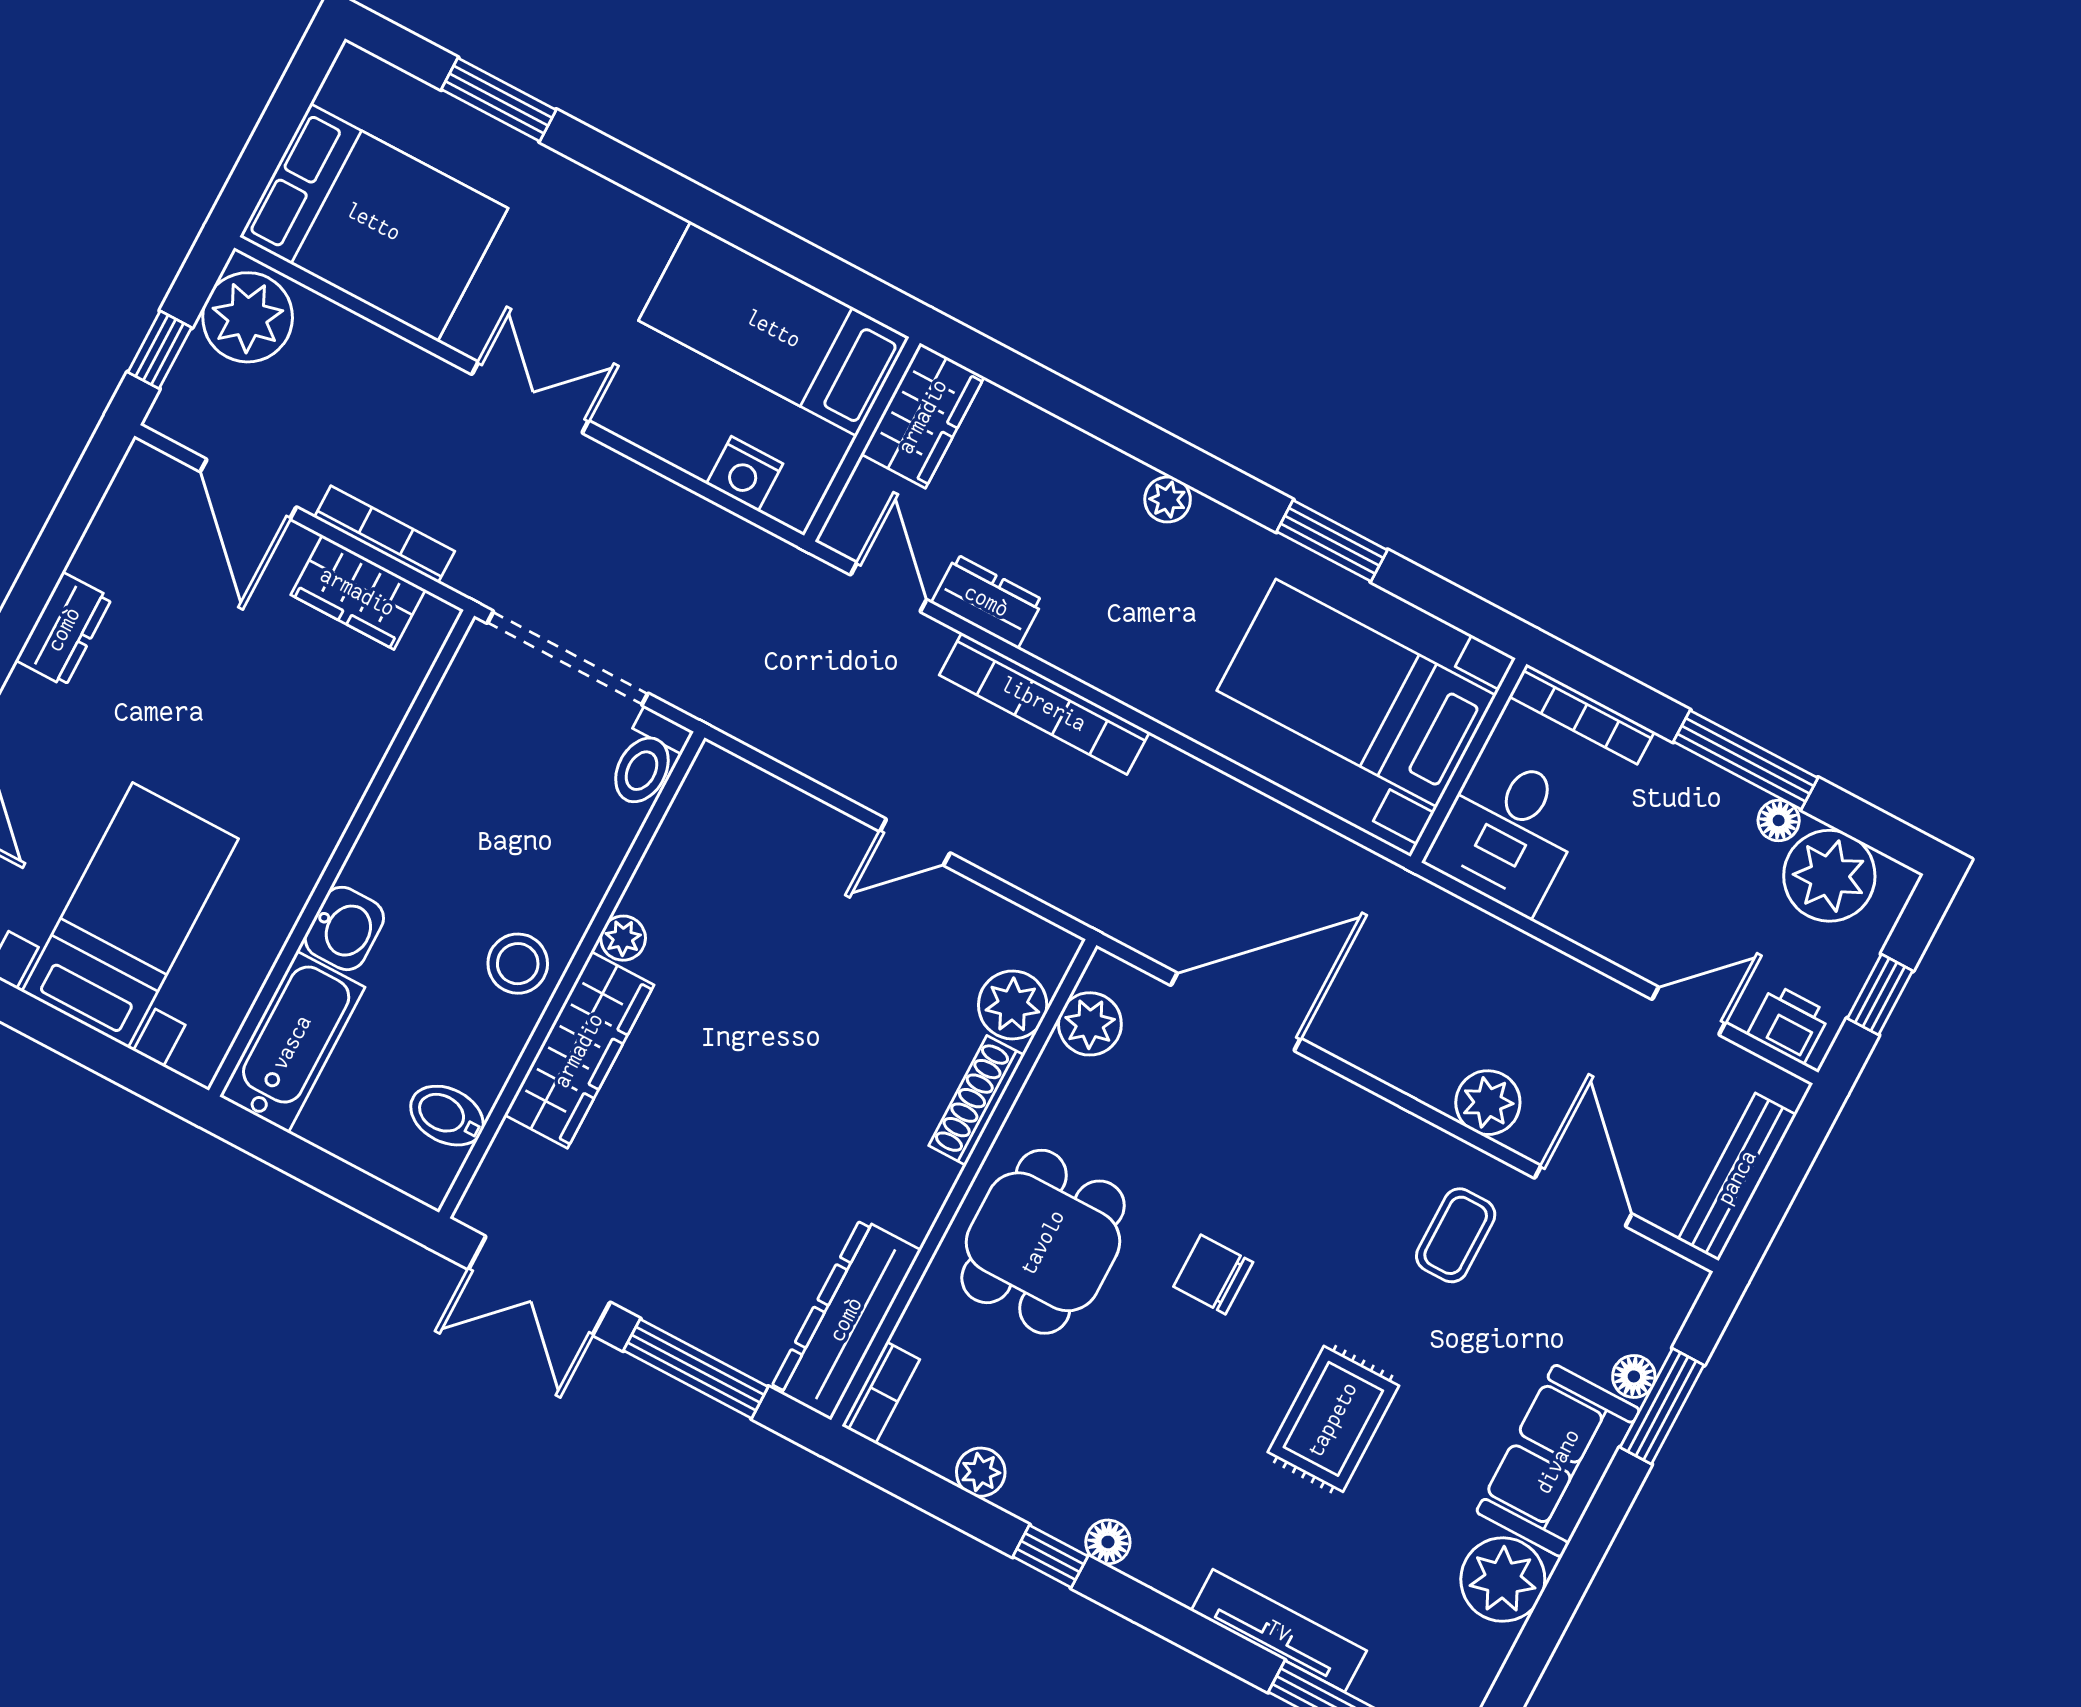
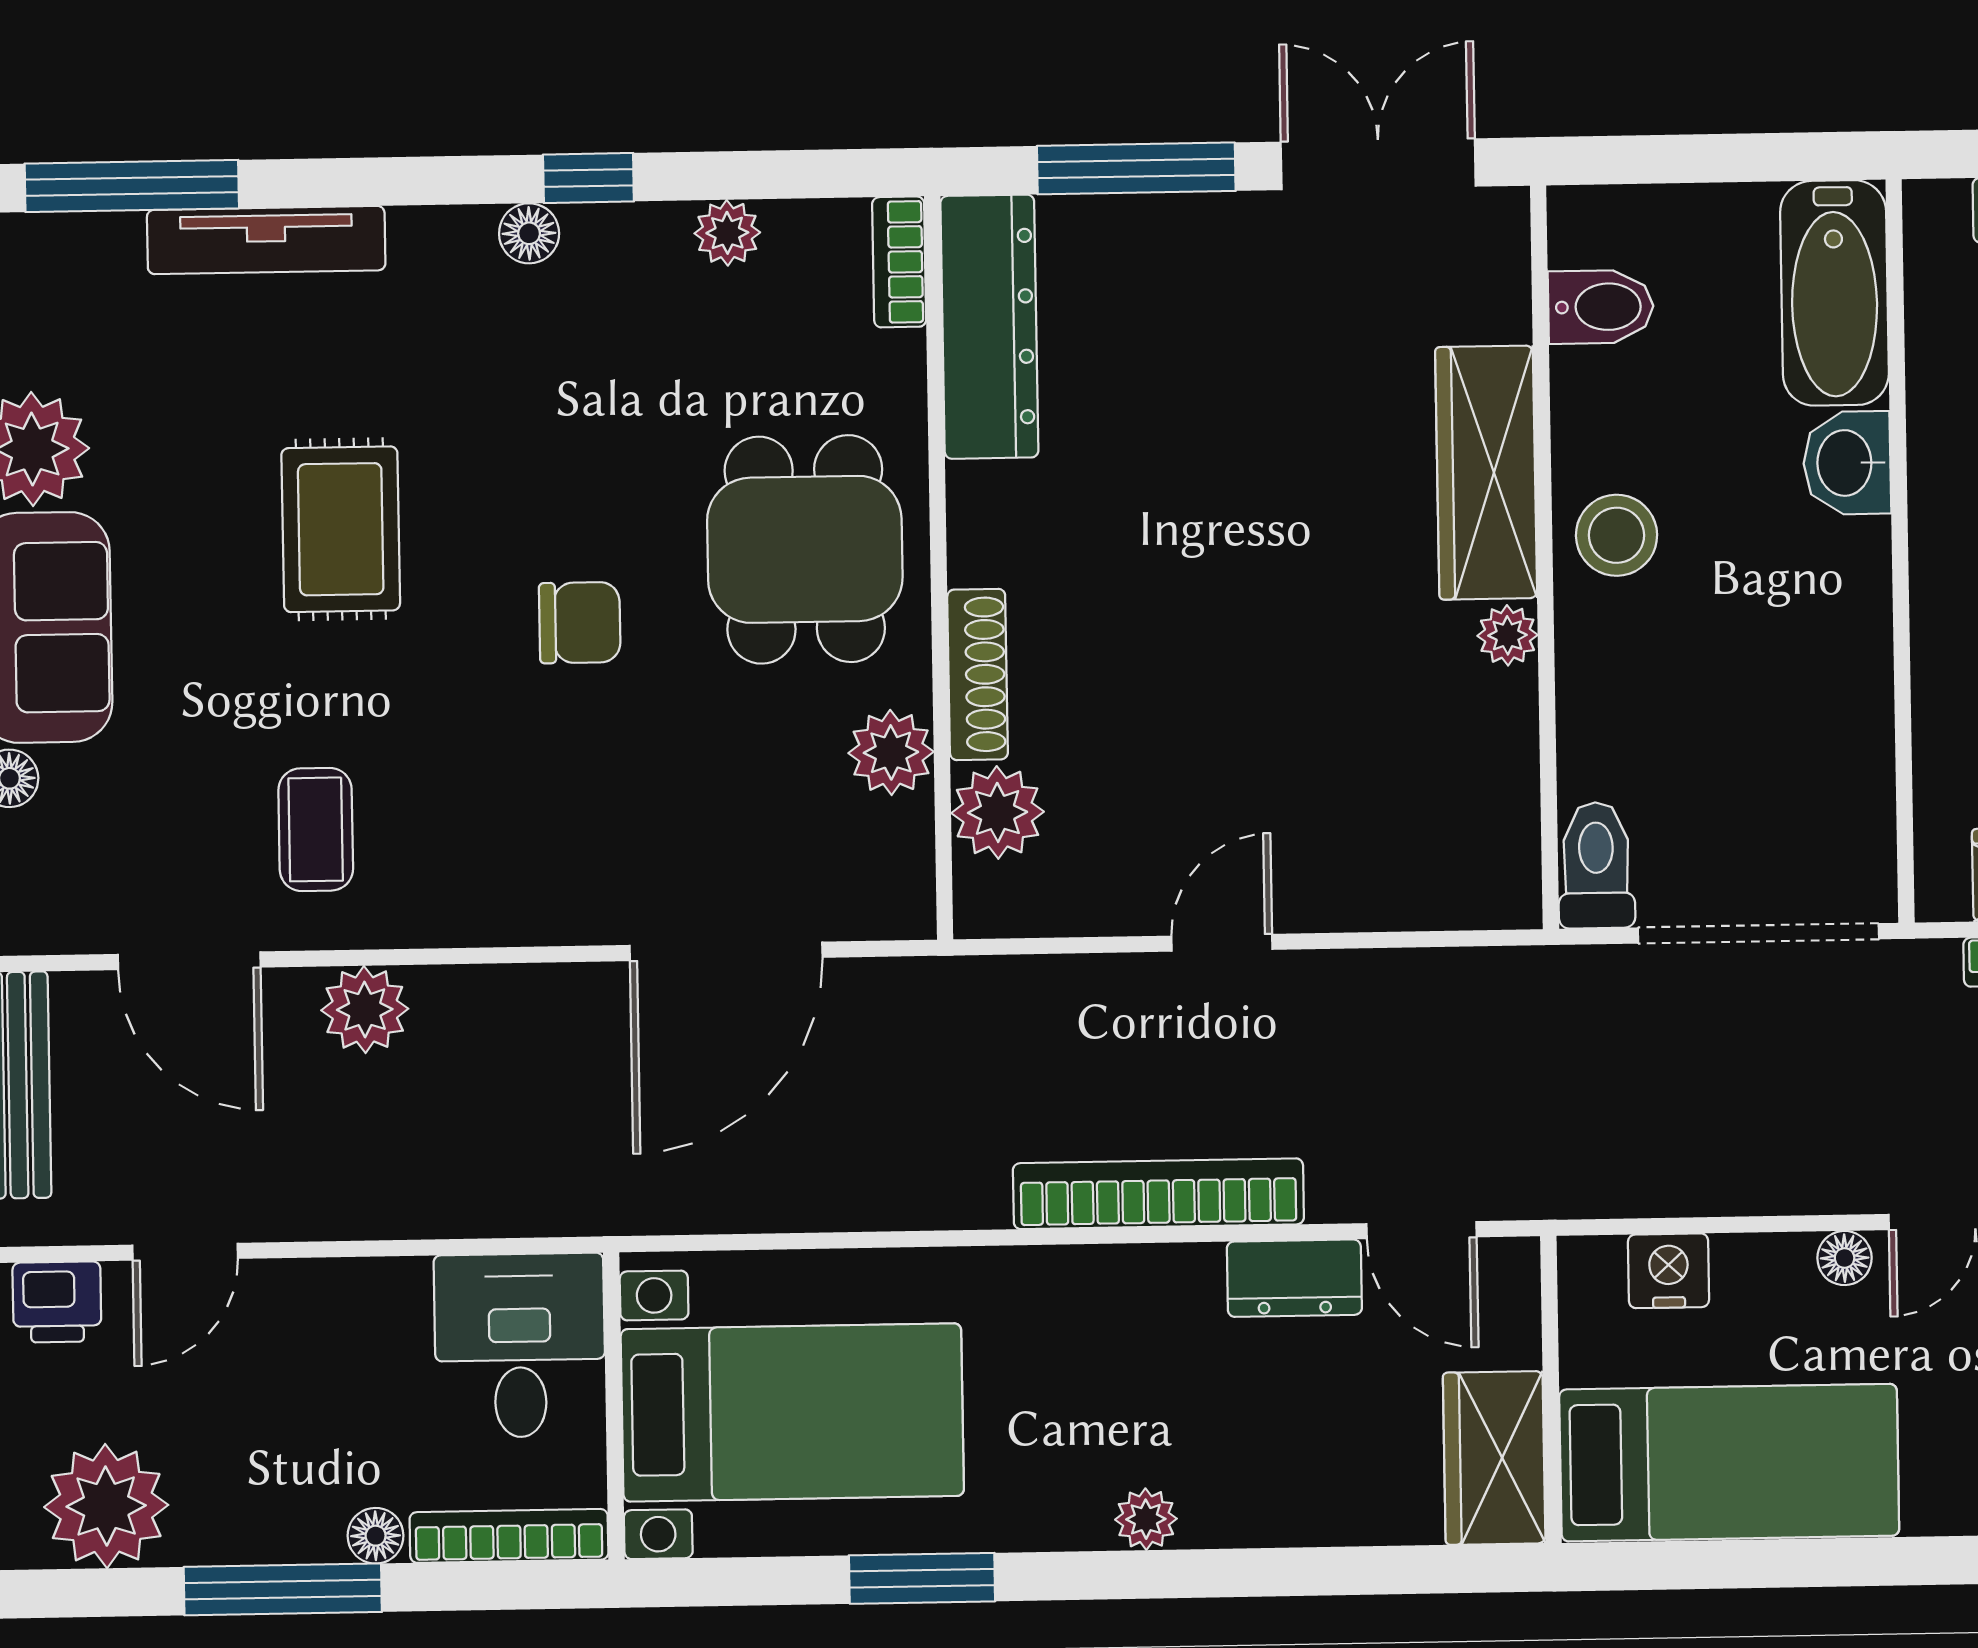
floor lamp: (627, 420) -> (1845, 1258), added
floor lamp: (1779, 820) -> (376, 1536), moved
plant: (1090, 1024) -> (891, 752), moved

